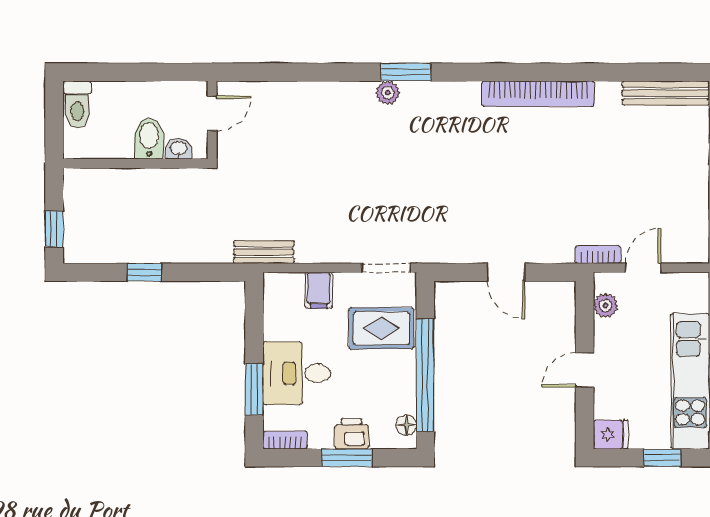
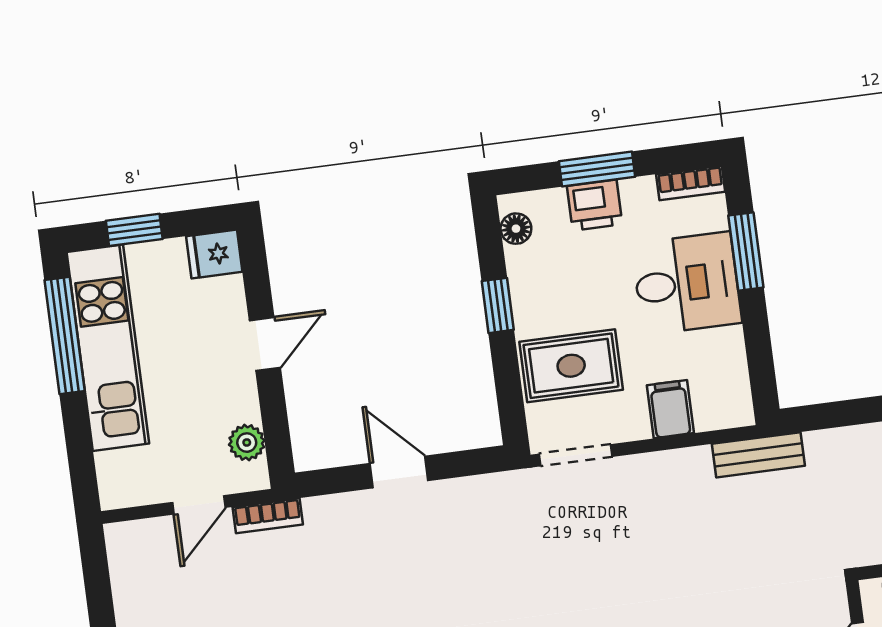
window: (425, 375) -> (498, 305), width x0.32

